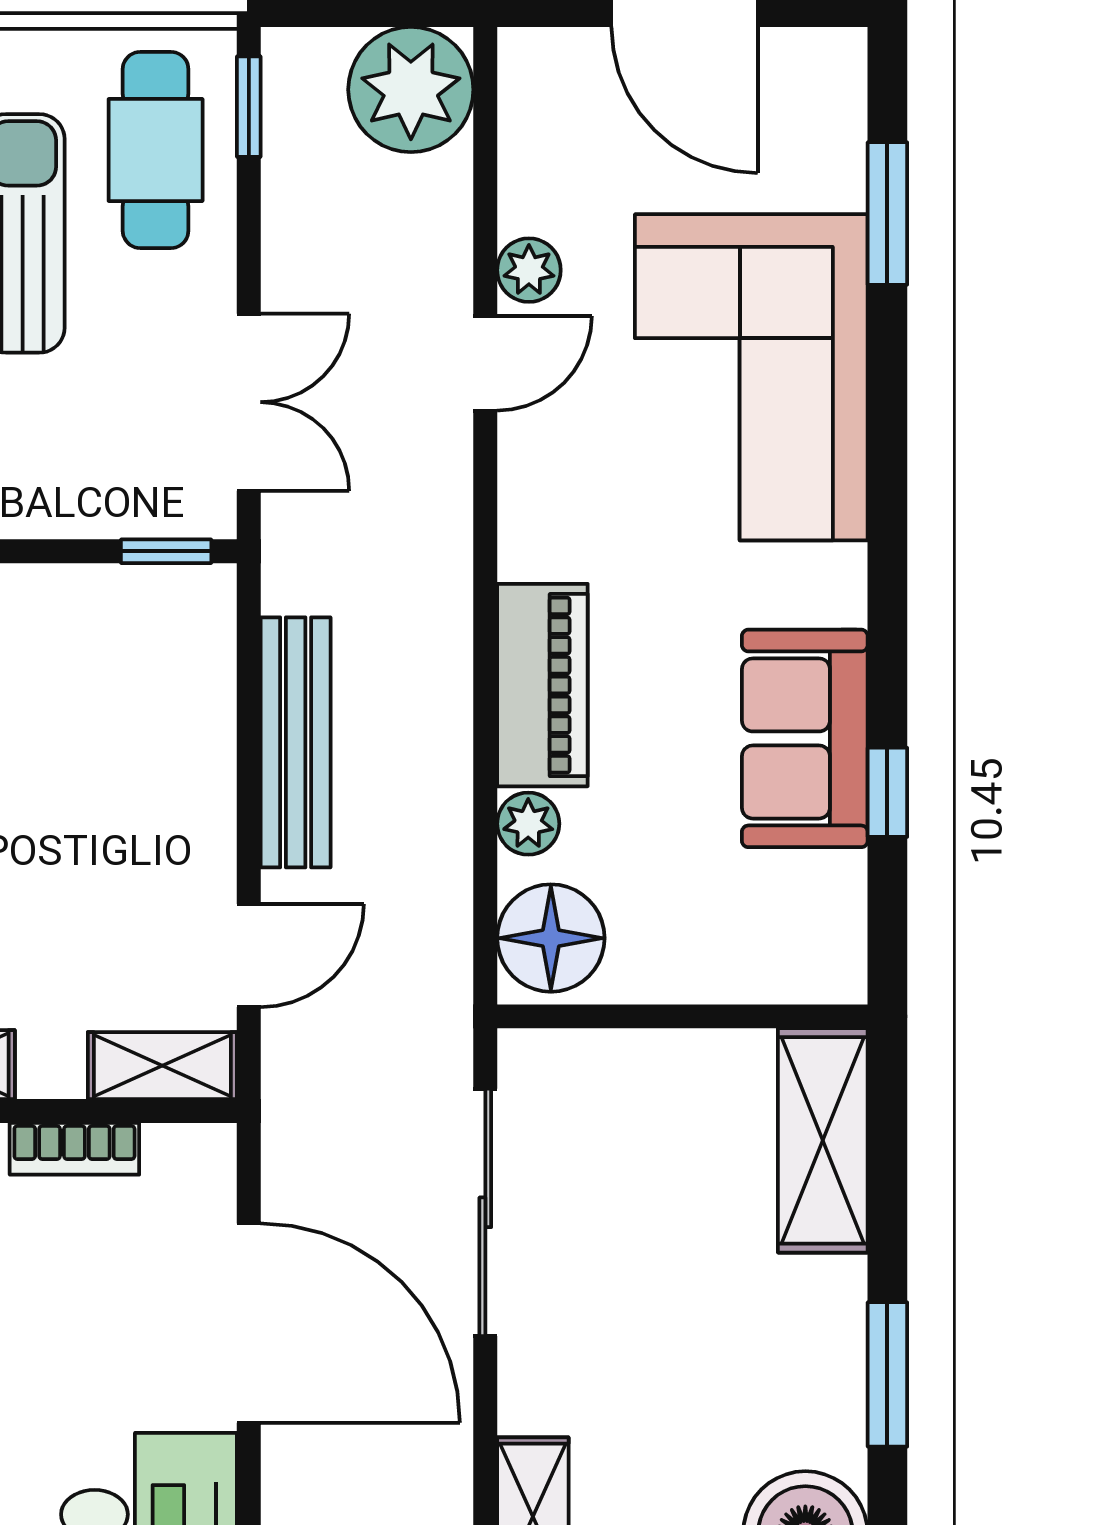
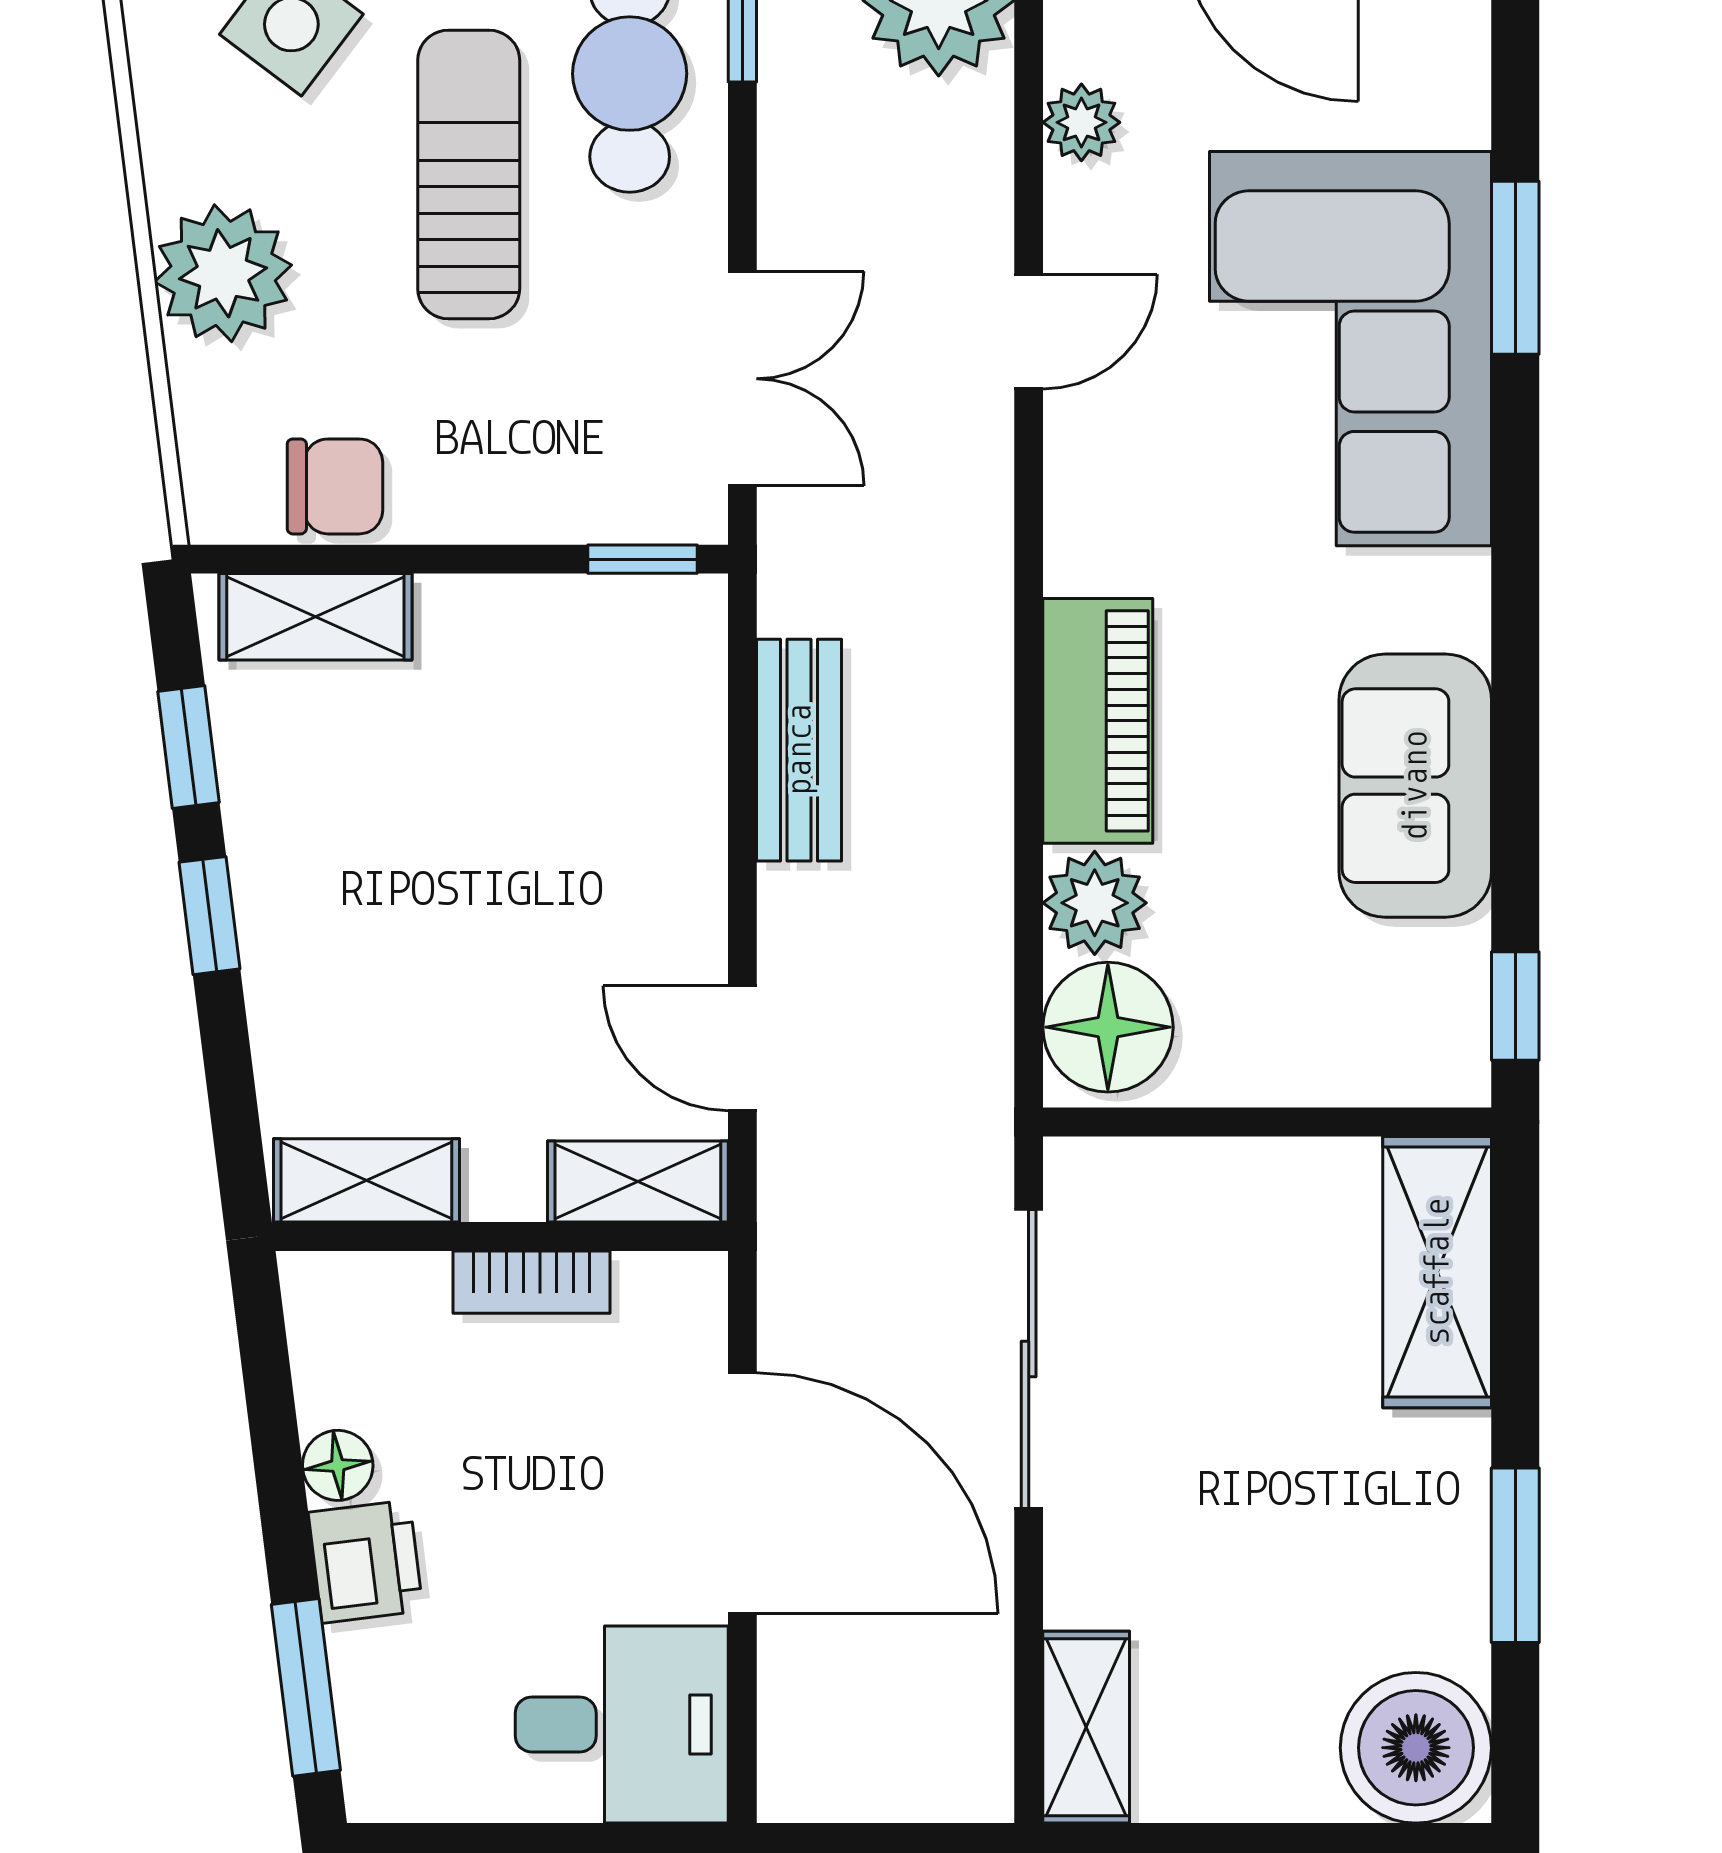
window: (887, 214) -> (1515, 268), moved
plant: (529, 270) -> (1081, 122), moved
bench: (296, 742) -> (799, 750), width x0.73
window: (887, 792) -> (1515, 1006), moved
plant: (528, 824) -> (1095, 903), width x1.38, depth x1.38
door: (249, 956) -> (742, 1048), swing flipped

